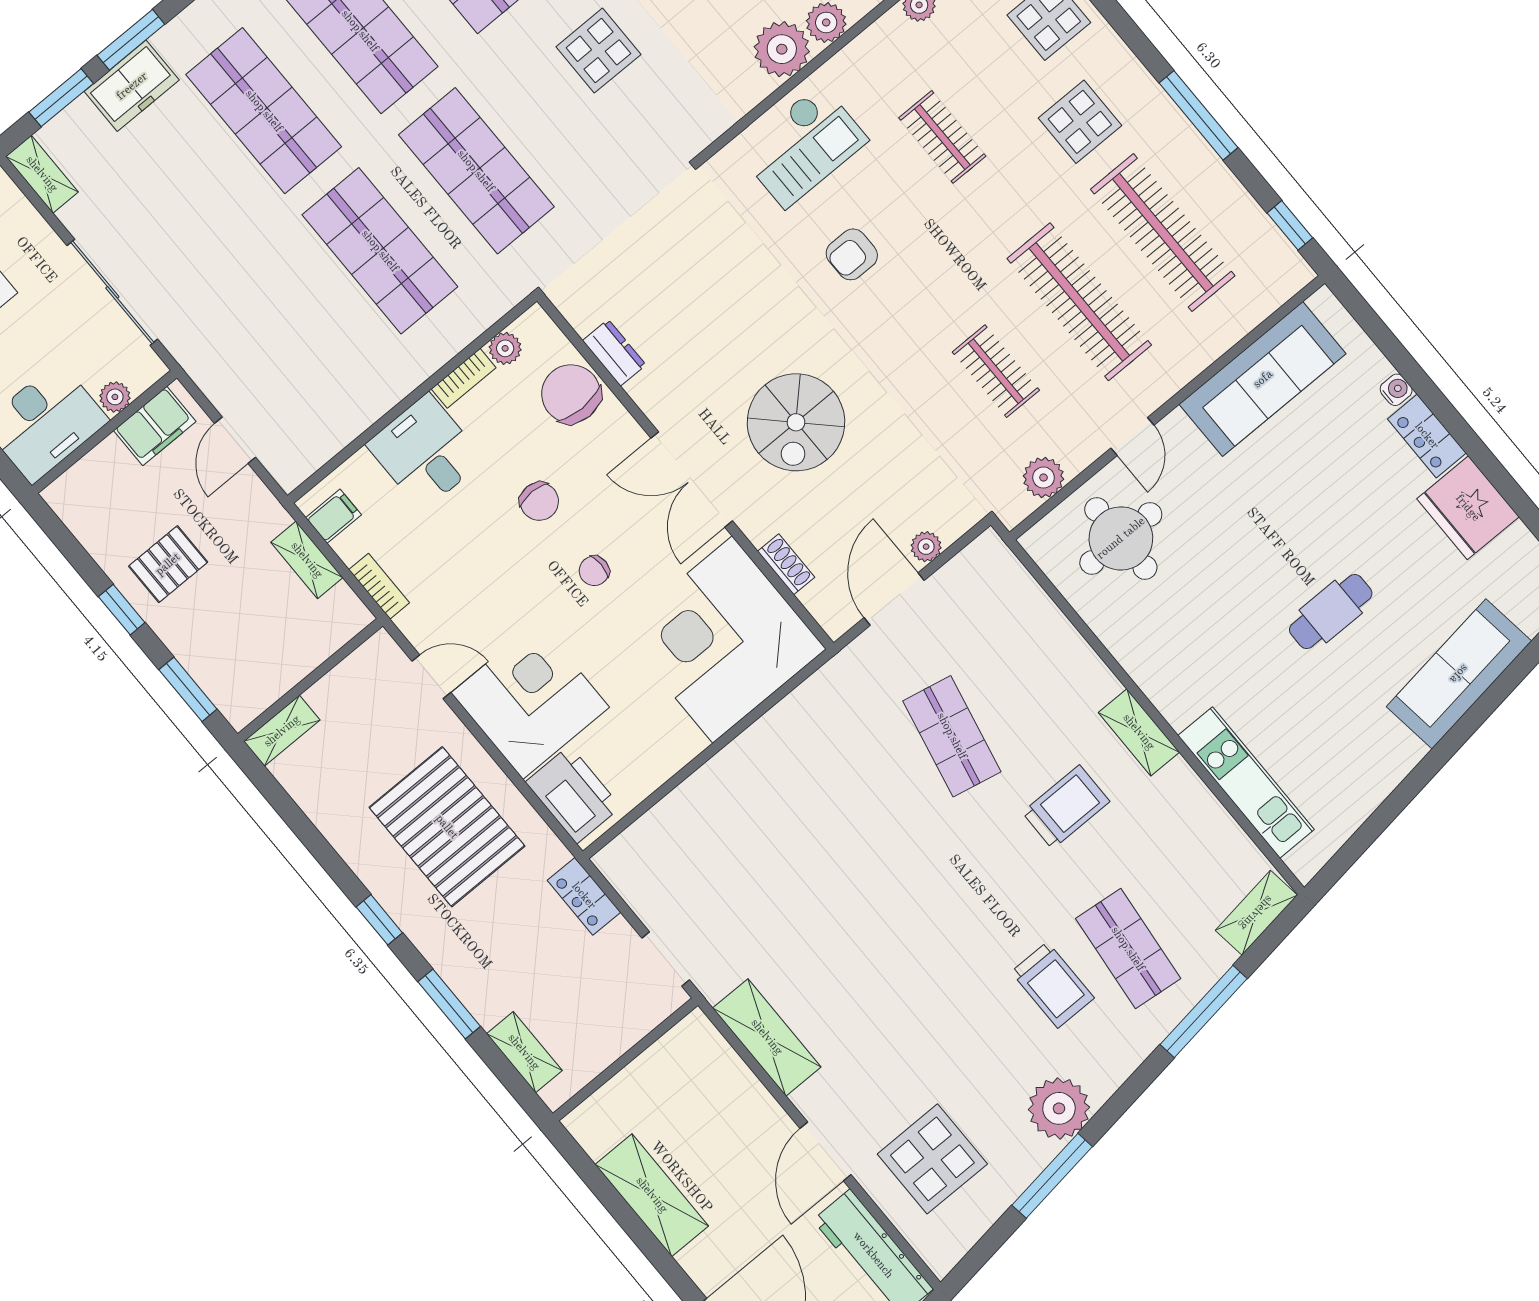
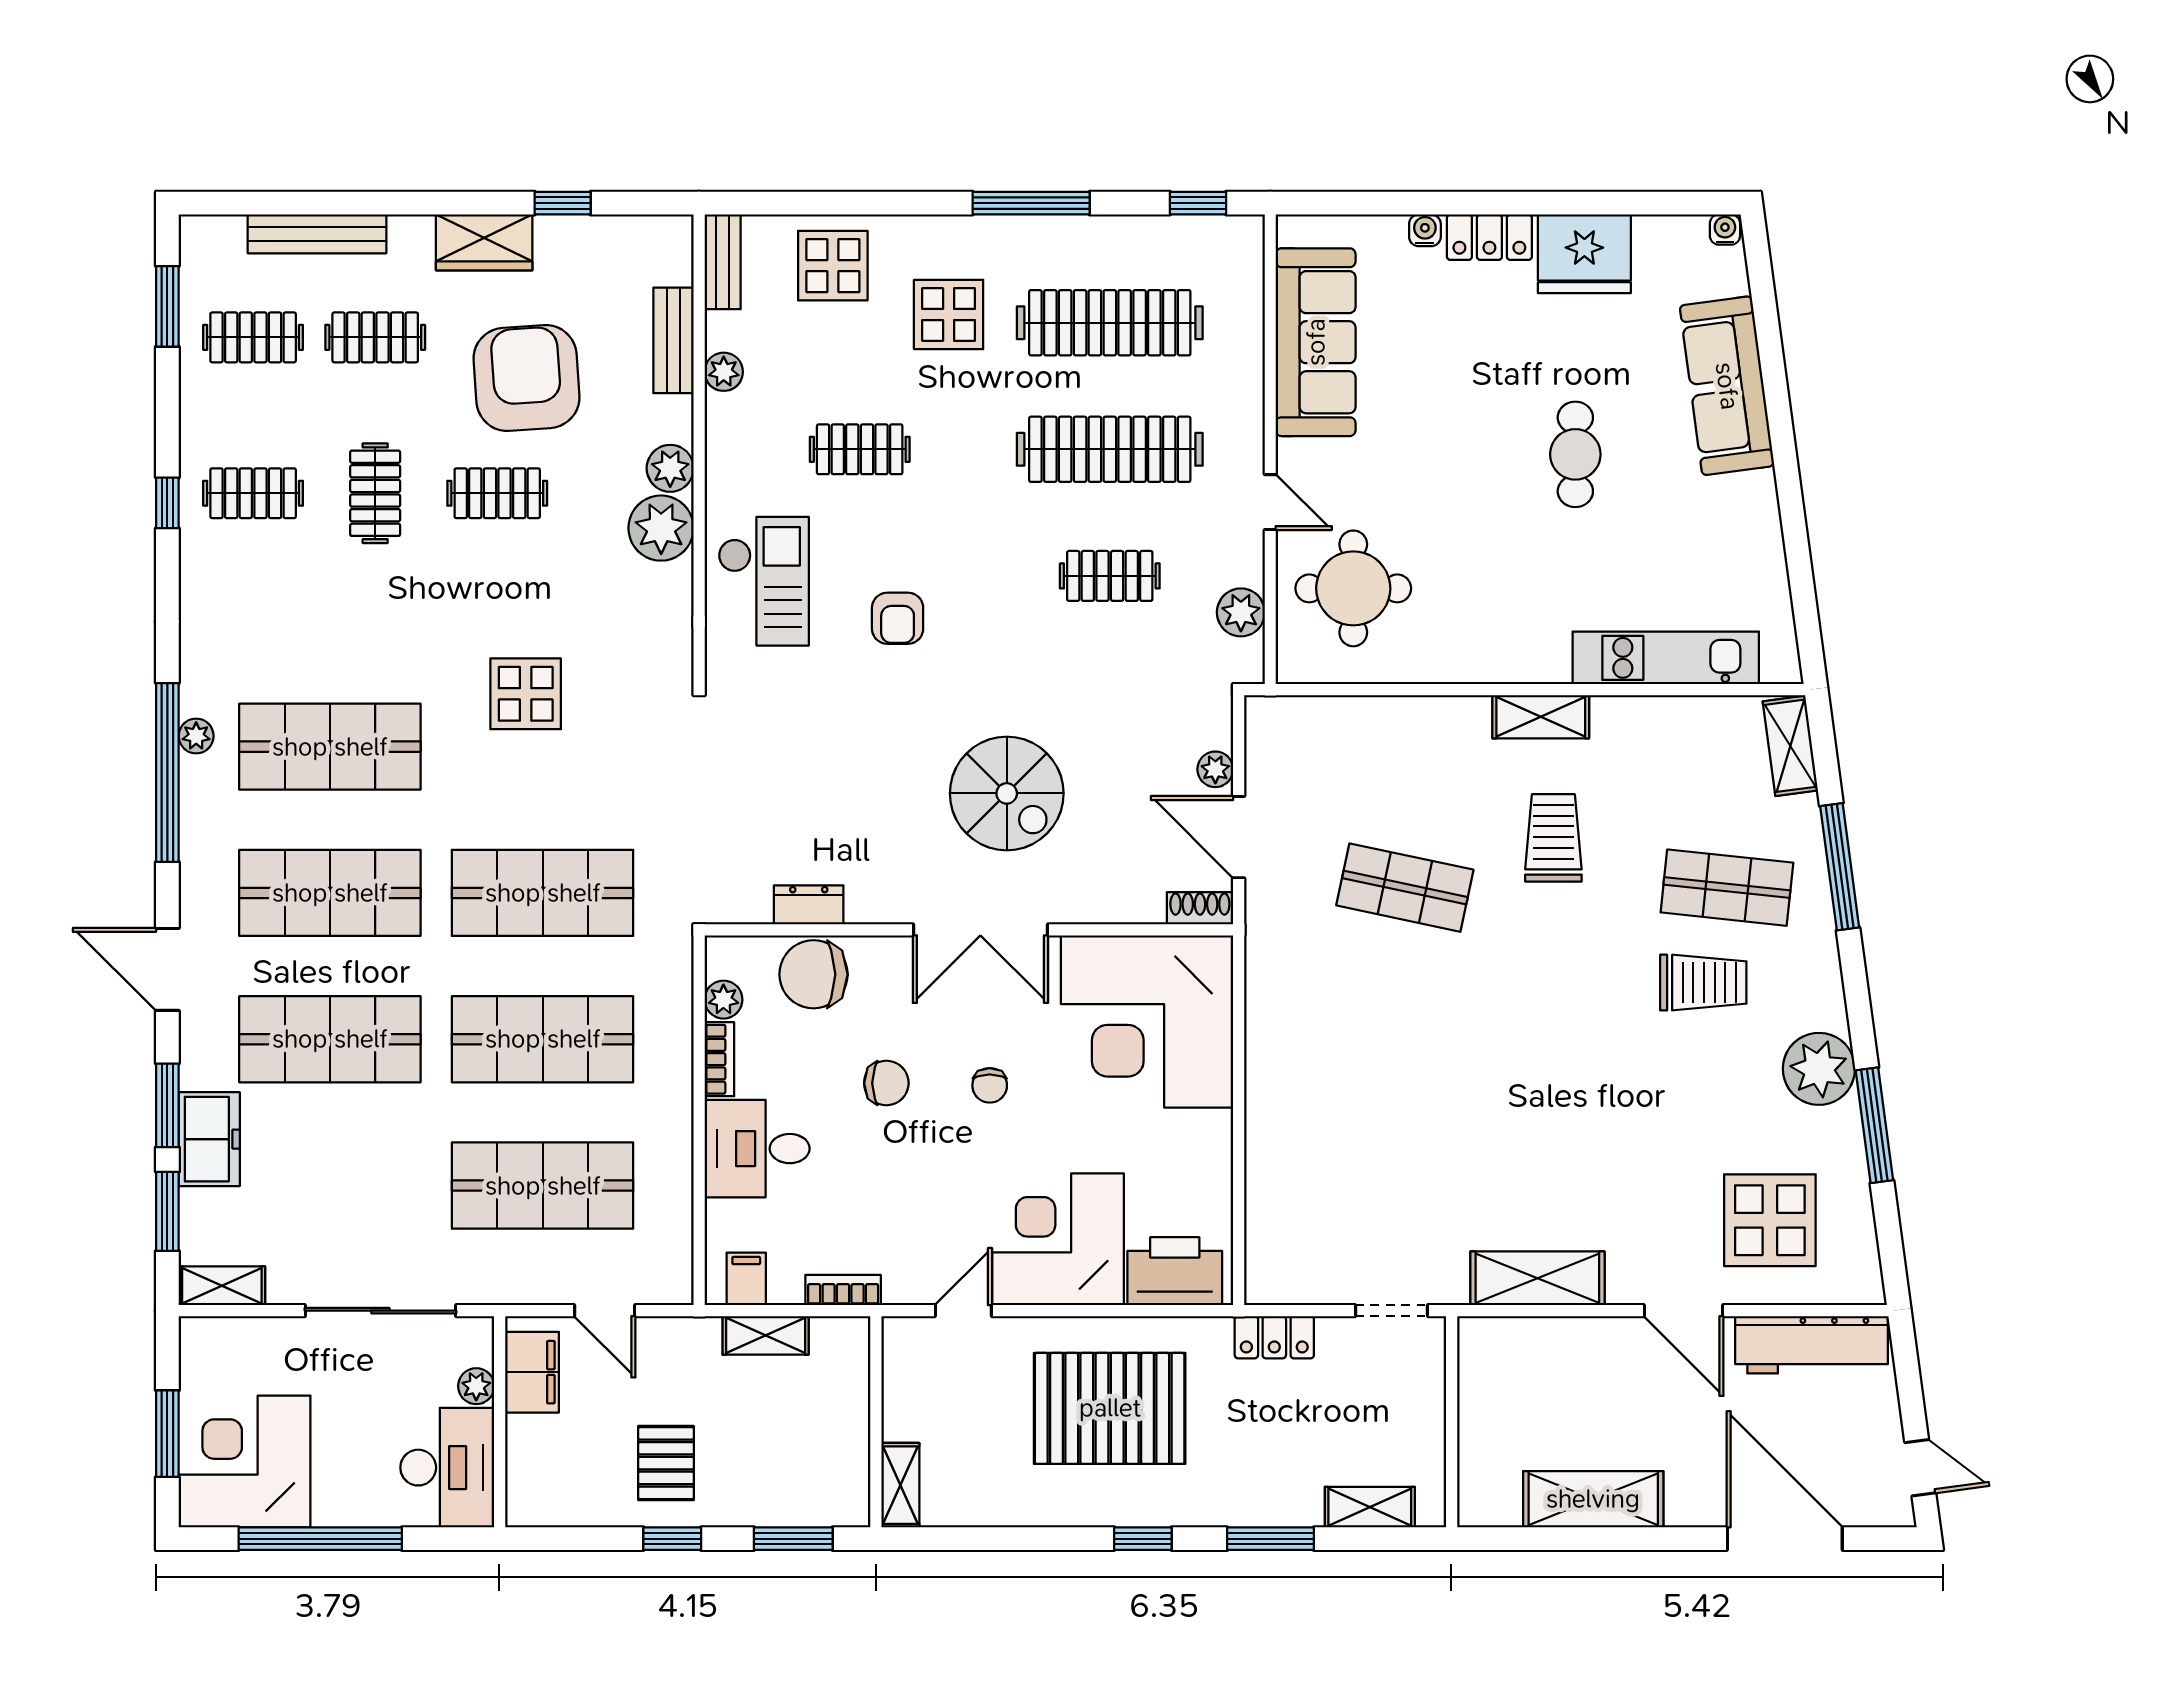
shop shelf: (283, 331) -> (543, 1186), added
shoe rack: (786, 564) -> (1200, 908), moved

